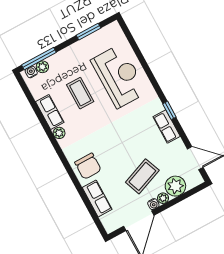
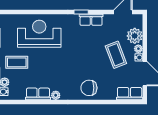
coffee table: (80, 93) -> (17, 62), moved
chair: (88, 166) -> (89, 88), turned 180
row of seats: (97, 198) -> (130, 94), moved

